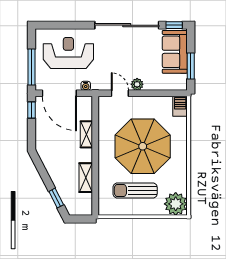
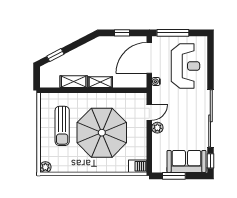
window: (31, 110) -> (122, 33), moved
shelving: (86, 134) -> (100, 82), moved
sun lounger: (135, 191) -> (62, 126), turned 180
plant: (176, 204) -> (45, 167), width x0.53, depth x0.53

